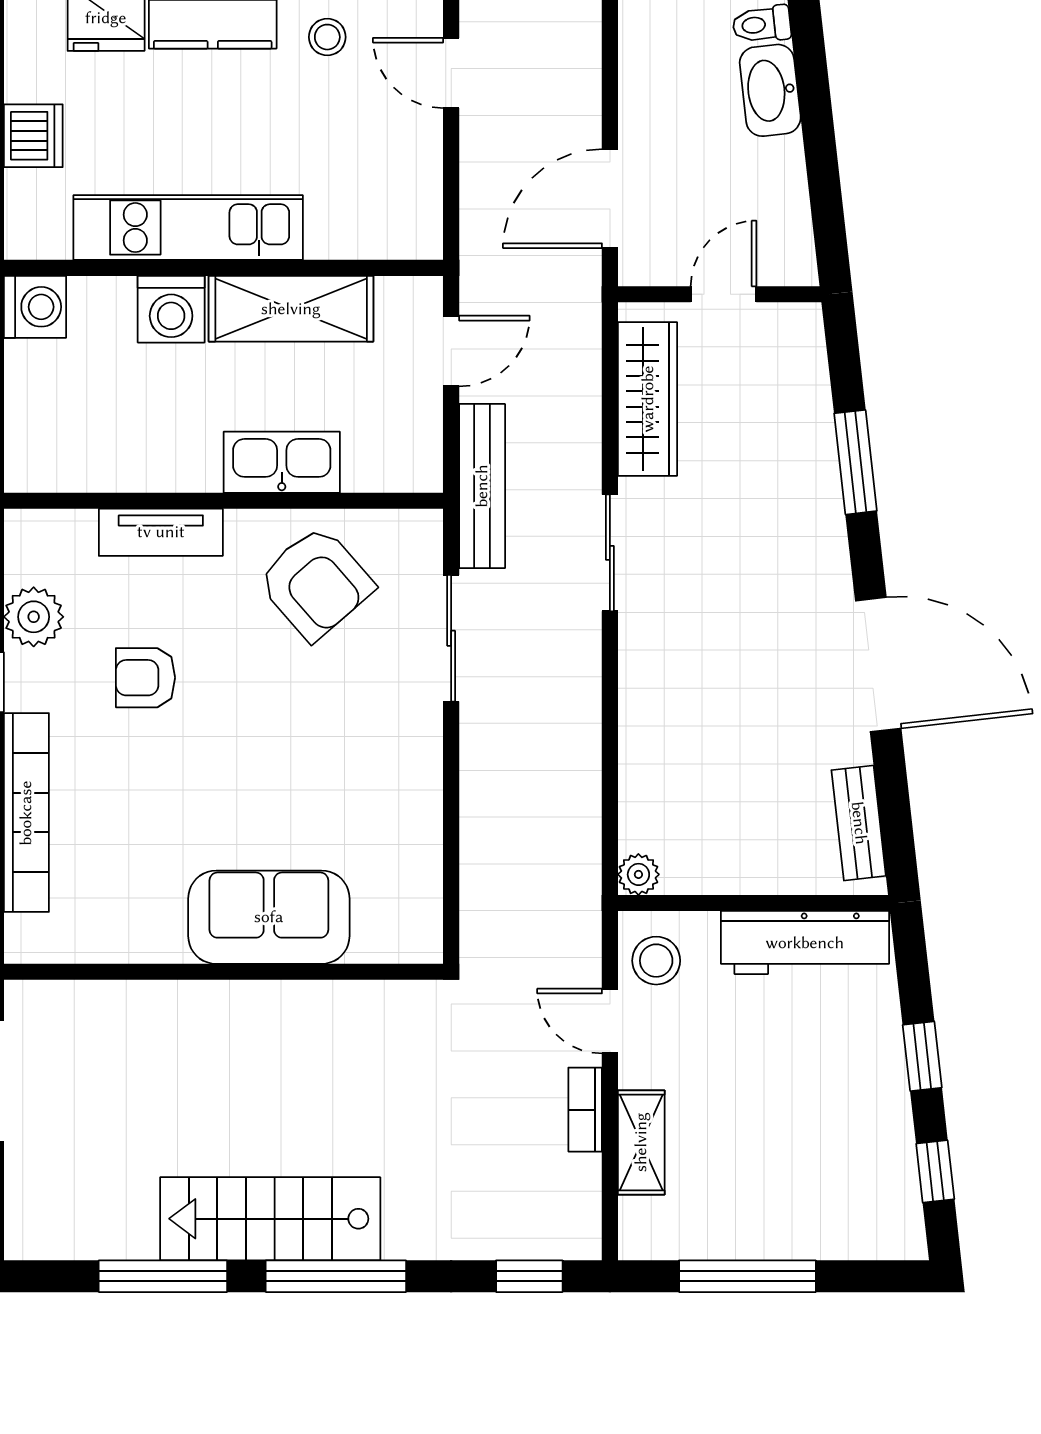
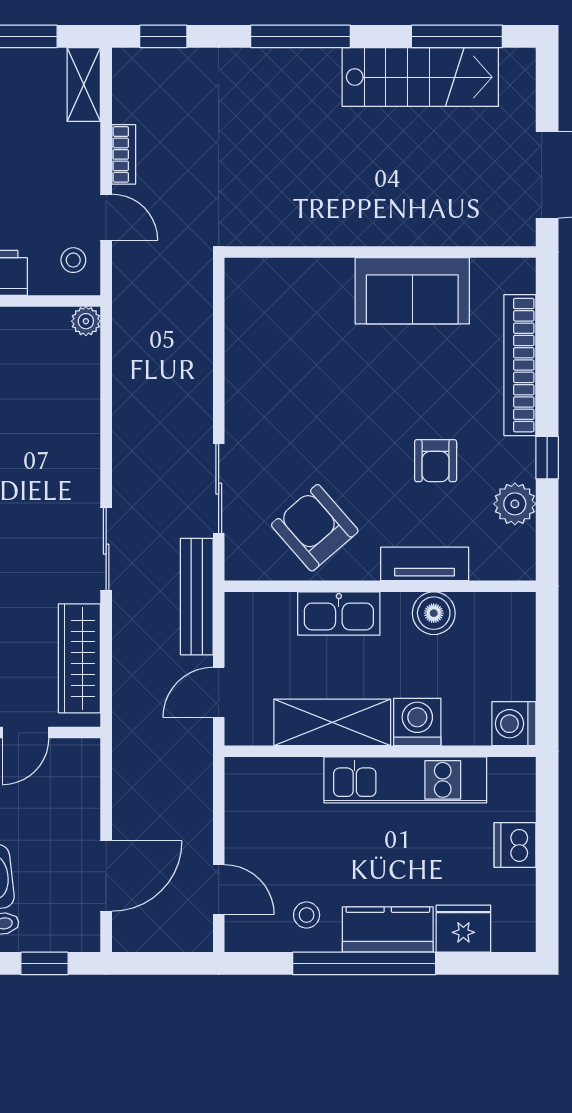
door: (610, 199) -> (106, 876), moved
boiler: (148, 463) -> (434, 613), added
armchair: (145, 678) -> (436, 461), turned 90
sofa: (269, 917) -> (412, 291), moved
stool: (656, 961) -> (73, 260), width x0.73, depth x0.73
shelving: (641, 1142) -> (84, 84), moved
stairs: (270, 1219) -> (420, 77), moved
window: (163, 1276) -> (457, 36), moved

